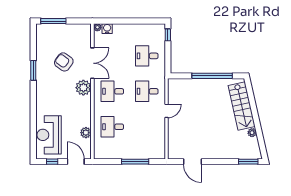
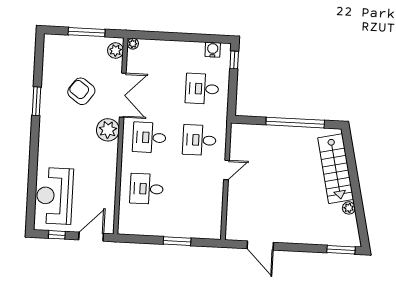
window: (53, 21) -> (87, 32), moved
water cooler: (107, 29) -> (213, 50), moved
plant: (86, 133) -> (116, 51), moved
door: (76, 162) -> (91, 237), hinge flipped
window: (135, 162) -> (177, 241), width x0.69

